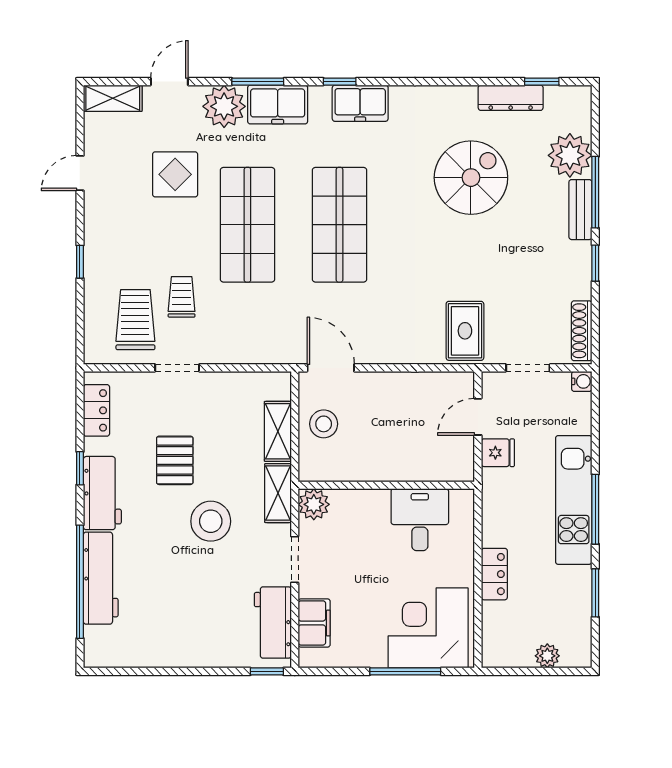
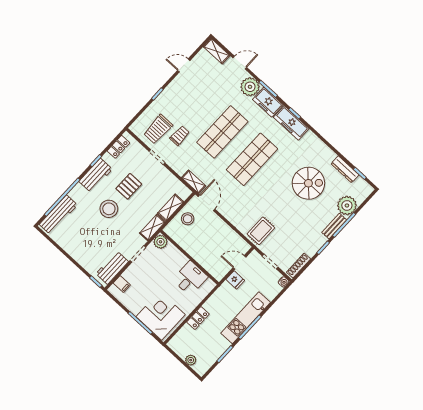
freezer: (360, 103) -> (291, 123), width x1.40
display table: (175, 174) -> (214, 94), removed
trolley: (135, 320) -> (158, 129), turned 180
shelving: (277, 352) -> (194, 182), added
stool: (211, 521) -> (109, 209), moved
workbench: (101, 578) -> (58, 215), moved
filing cabinet: (314, 623) -> (122, 284), width x0.50

